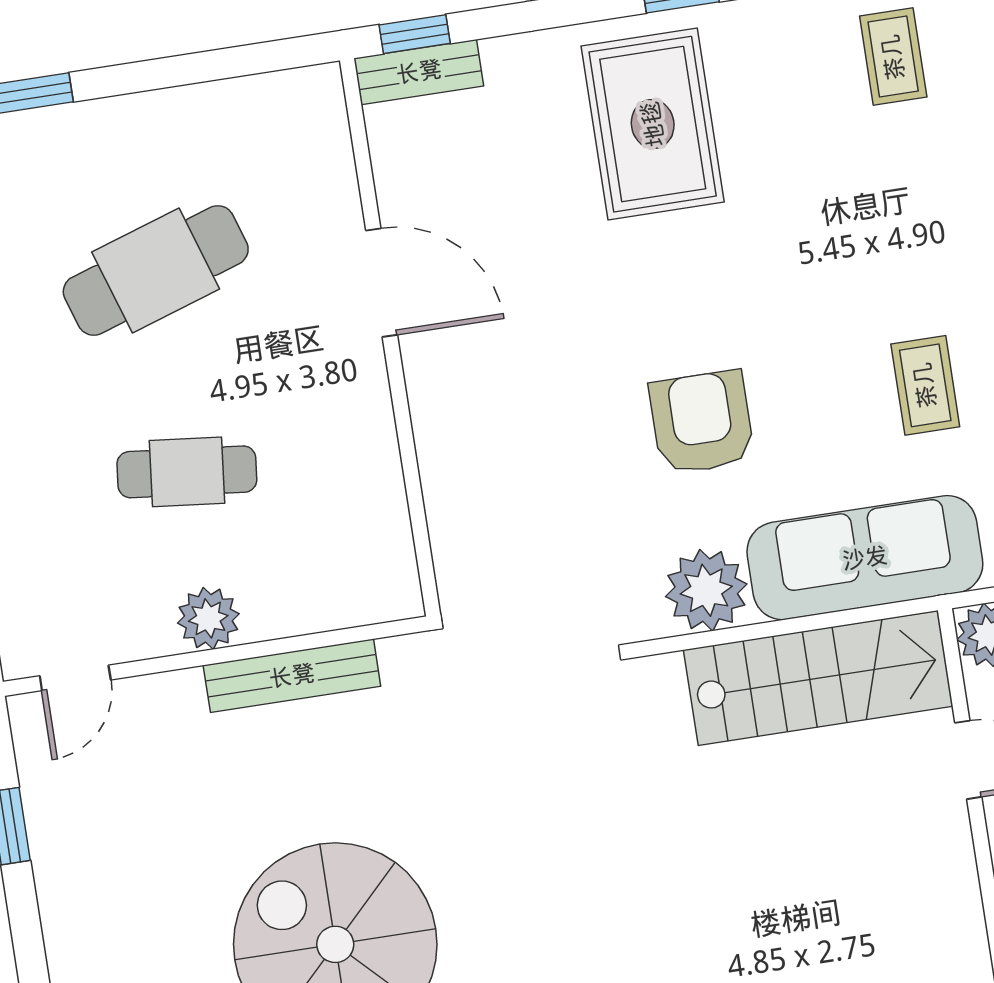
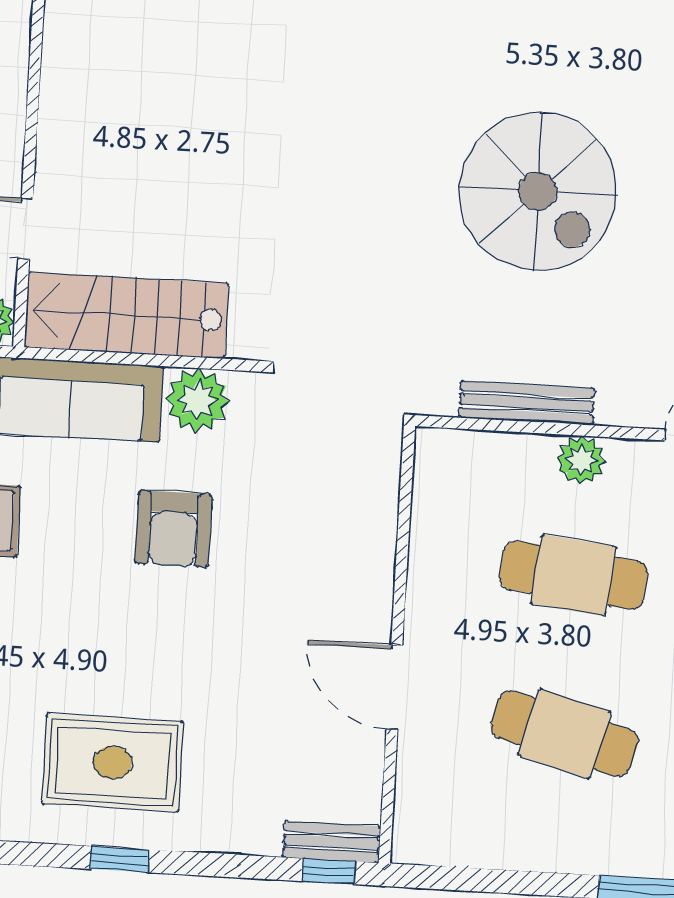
rug: (653, 124) -> (113, 762), moved, turned 90
cafe table: (156, 270) -> (564, 734), turned 33
cafe table: (187, 472) -> (574, 575), width x1.37, depth x1.35

